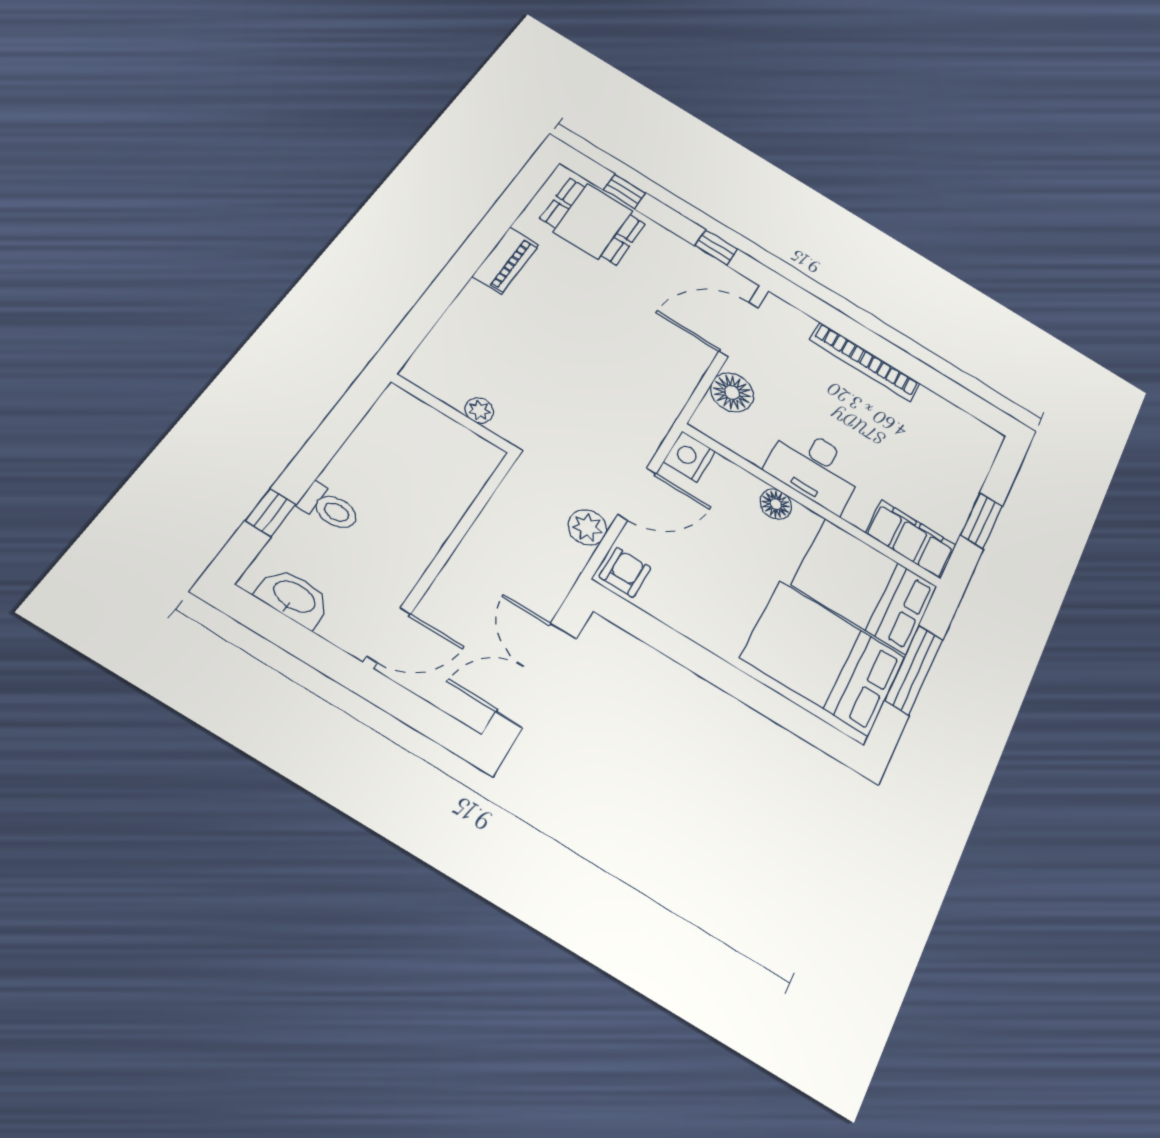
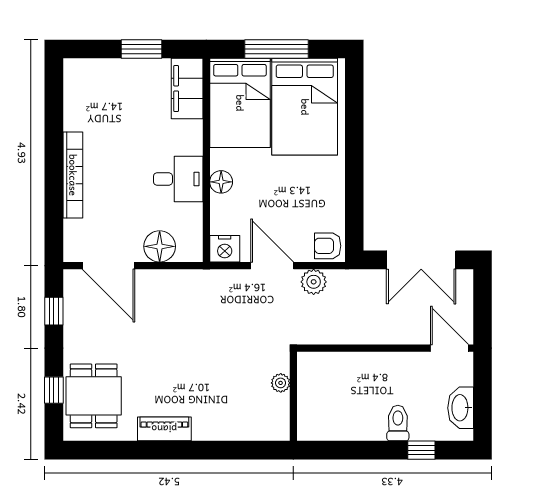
desk: (814, 468) -> (178, 179), width x0.73

